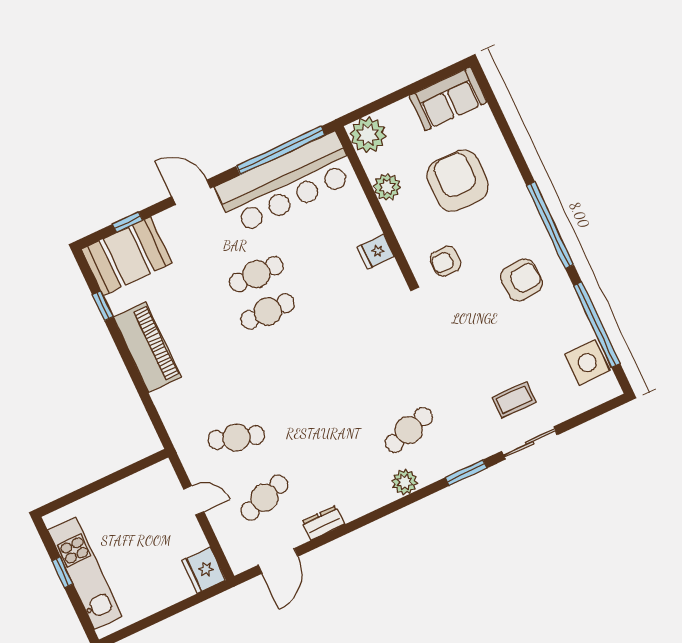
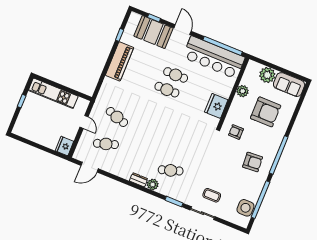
plant: (368, 135) -> (267, 75), moved
armchair: (458, 181) -> (266, 112), turned 90
fridge: (376, 252) -> (216, 106), width x1.88, depth x1.34
booth: (127, 256) -> (153, 32), moved
dresser: (323, 523) -> (139, 180), moved
kitchen unit: (85, 573) -> (53, 93), moved, turned 90

